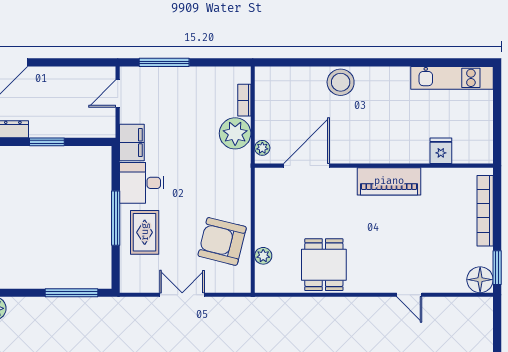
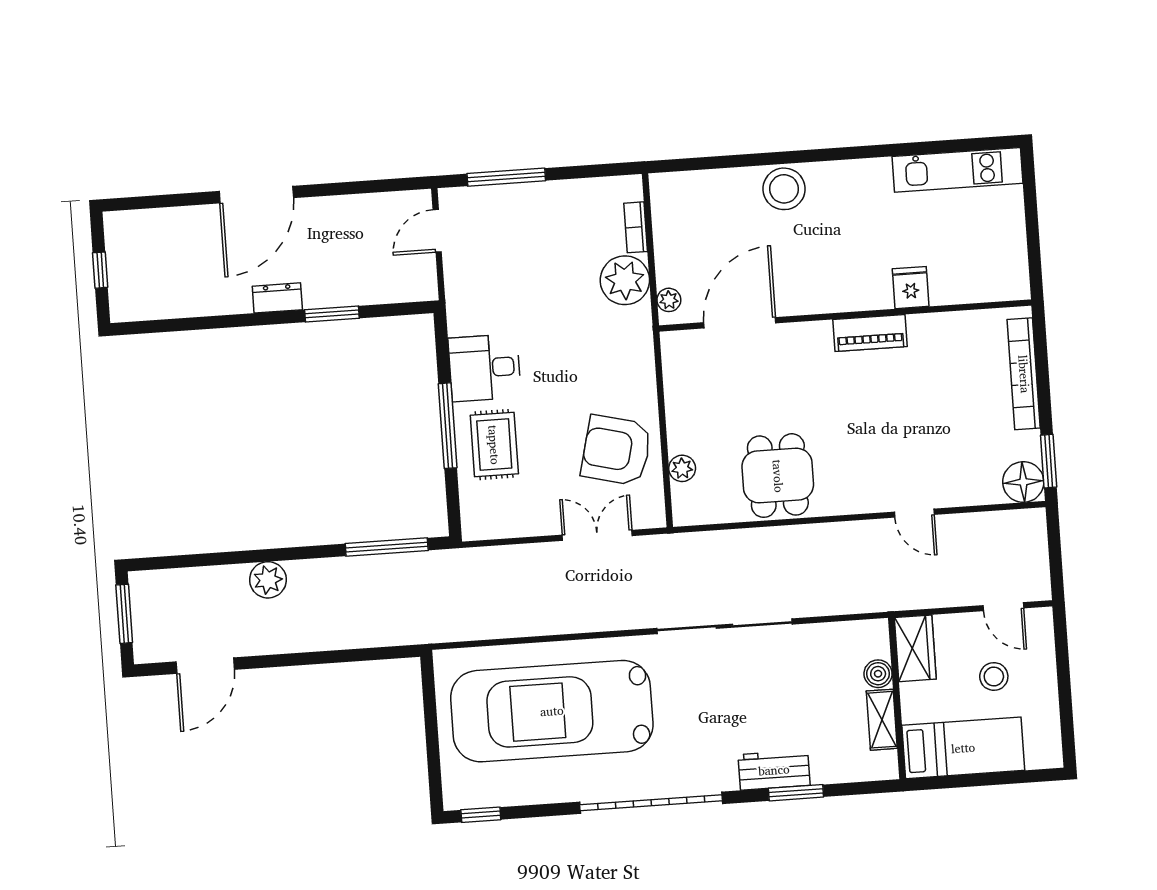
filing cabinet: (132, 142) -> (465, 306), removed
fridge: (441, 151) -> (911, 288), moved
piano: (389, 181) -> (870, 333), width x0.73, depth x0.75
double door: (182, 295) -> (597, 535), moved

